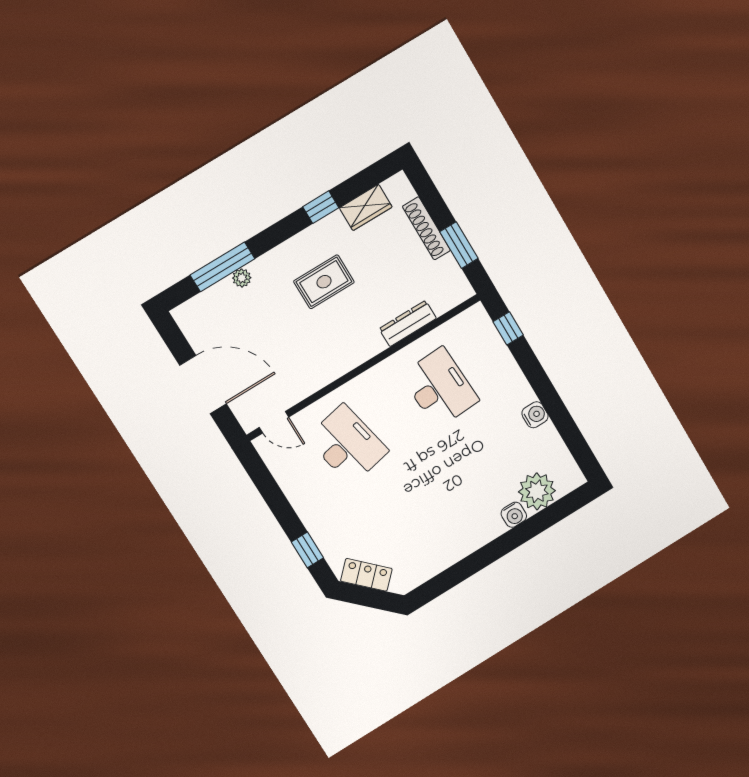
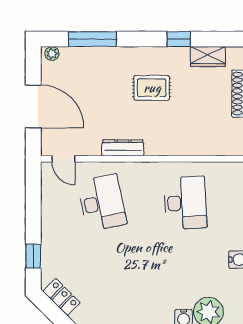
plant: (242, 278) -> (52, 53), moved
dresser: (408, 323) -> (123, 148), moved

